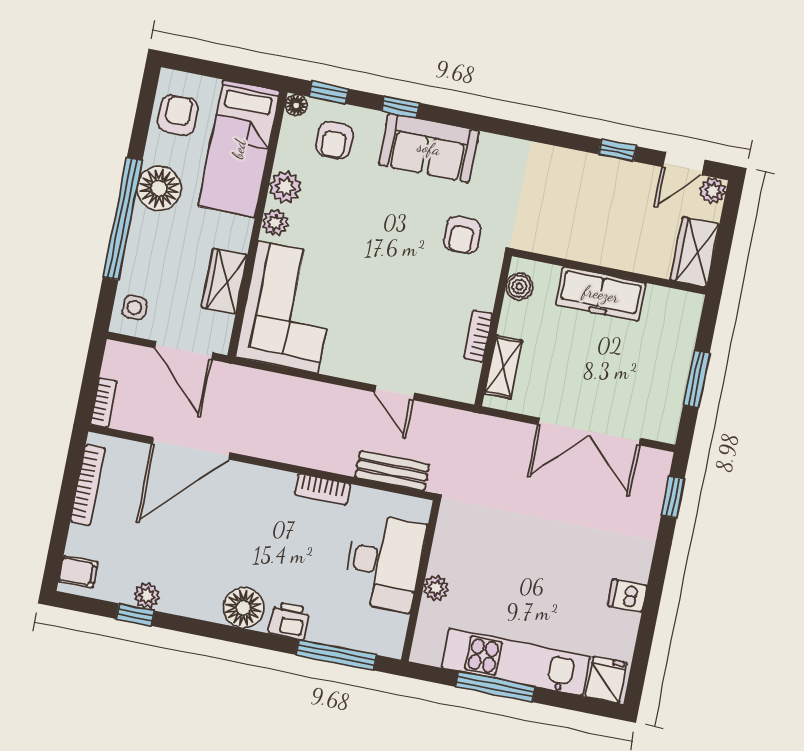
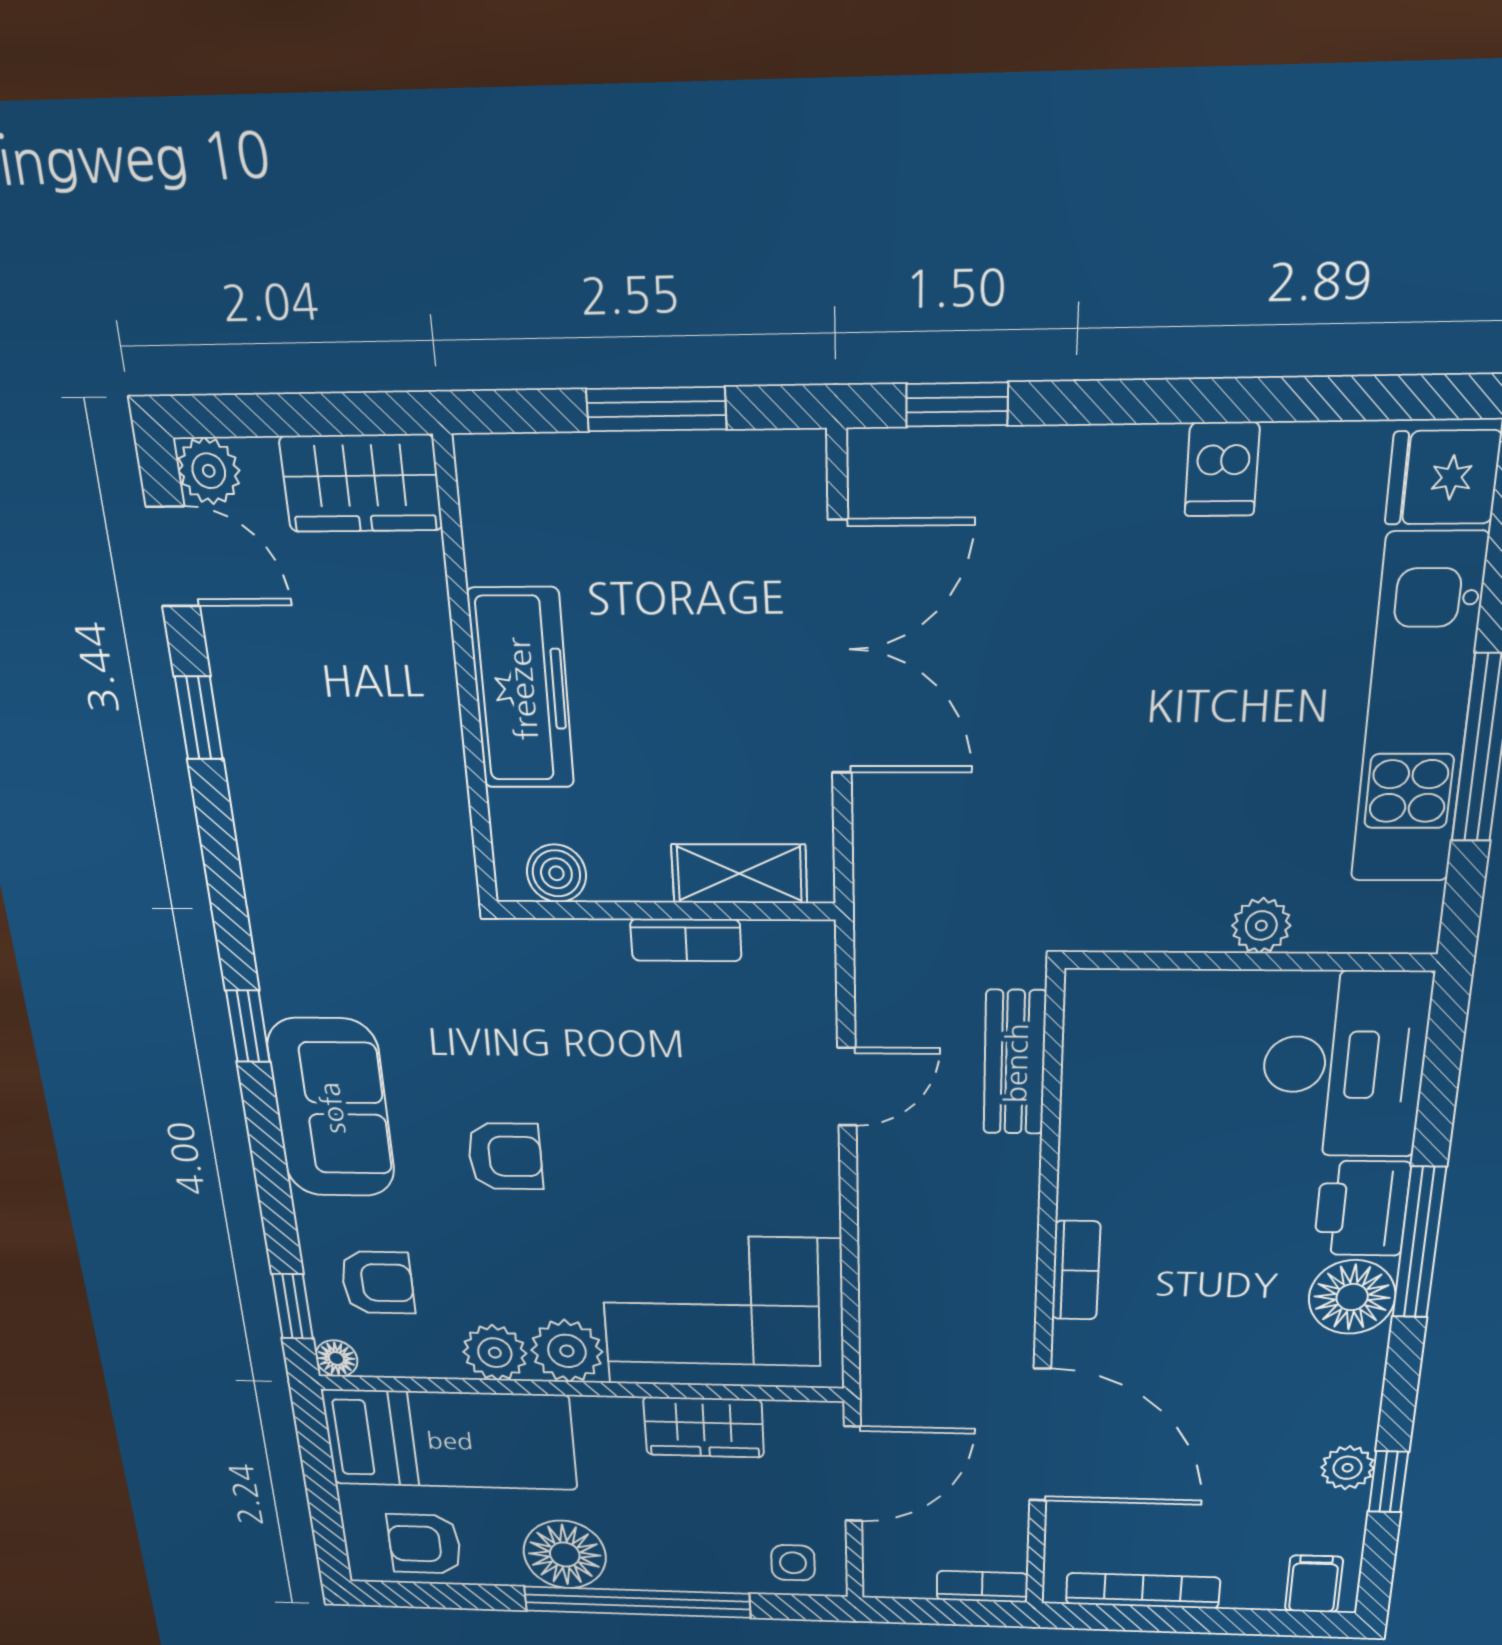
window: (400, 107) -> (248, 1026), moved
plant: (275, 223) -> (567, 1351), width x1.38, depth x1.38
armchair: (462, 235) -> (505, 1156), moved
bookcase: (322, 489) -> (1076, 1270), moved
desk: (384, 562) -> (1344, 1065), moved, turned 90
printer: (289, 621) -> (1362, 1208), width x1.36, depth x1.24
window: (336, 655) -> (1419, 1243), moved

